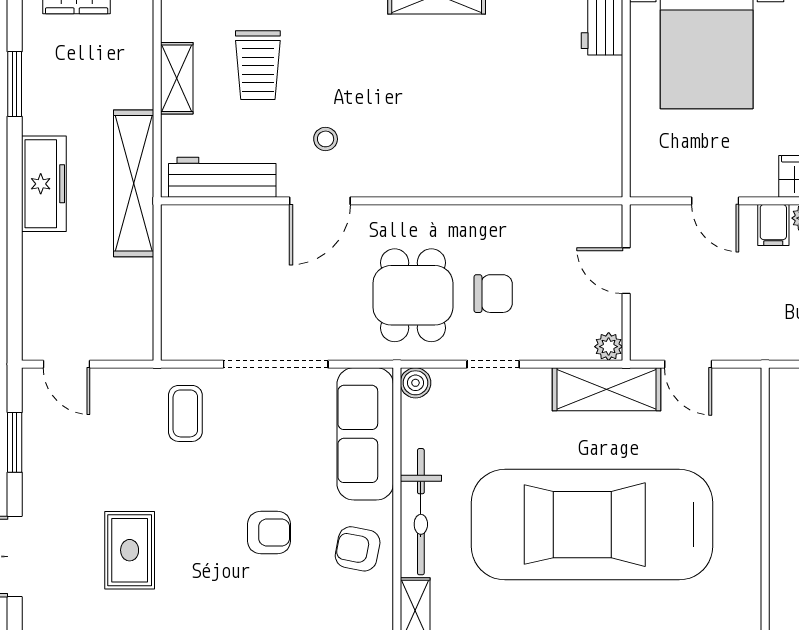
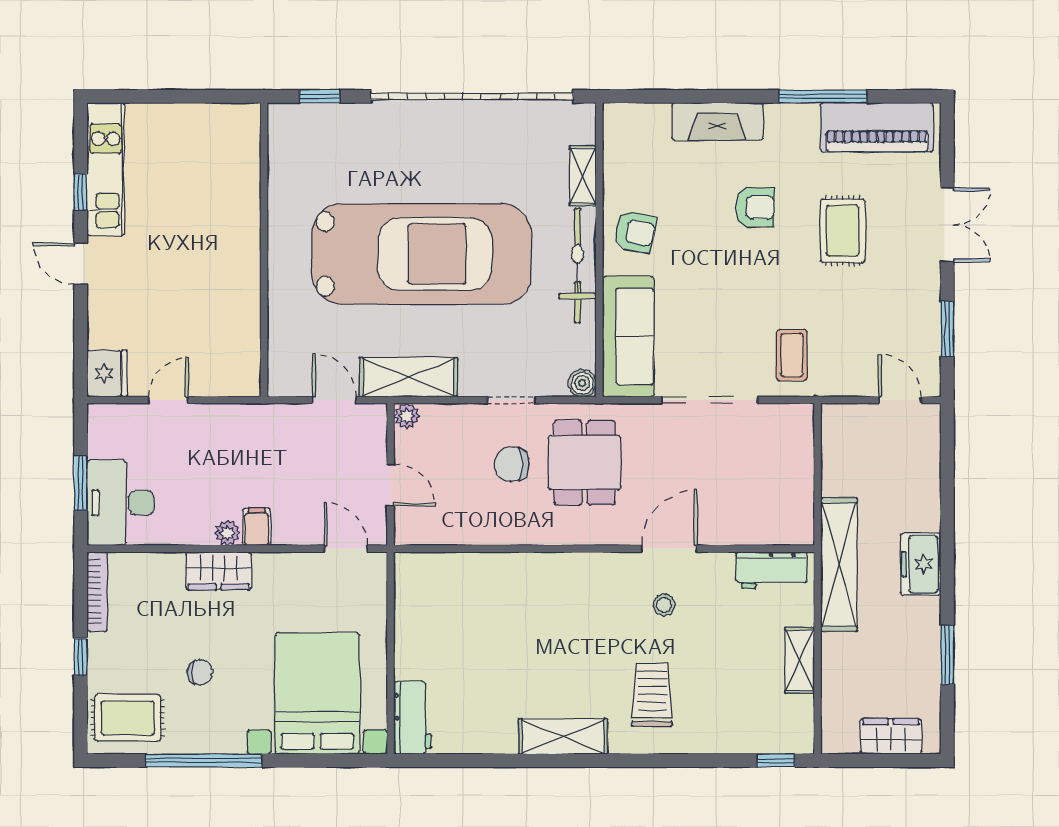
trolley: (258, 65) -> (652, 695), moved
workbench: (222, 177) -> (772, 570), width x0.73
freezer: (44, 184) -> (921, 564), width x0.71
door: (715, 201) -> (346, 549), moved
armchair: (269, 532) -> (755, 207), moved, turned 180

